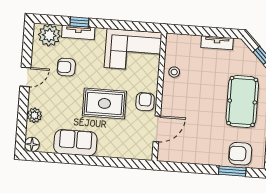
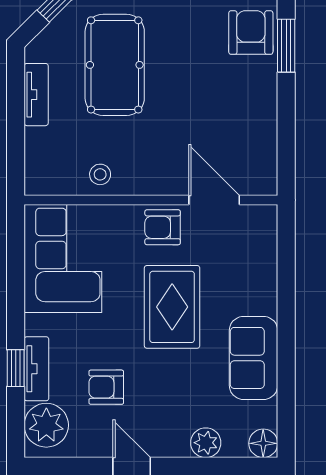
armchair: (66, 67) -> (106, 387), turned 90
pool table: (242, 101) -> (115, 65), moved, turned 90
armchair: (240, 154) -> (251, 33), turned 180

